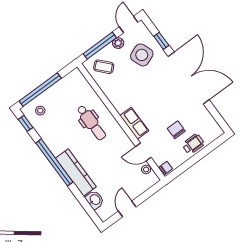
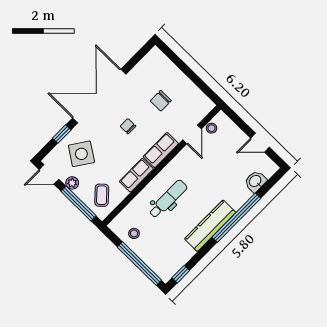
side table: (142, 55) -> (81, 154), turned -35
row of seats: (116, 99) -> (136, 175), added
stool: (40, 111) -> (134, 233), moved
wheelchair: (193, 144) -> (174, 79), removed
window: (54, 162) -> (236, 218), moved
chair: (166, 168) -> (128, 126), moved
kitchen counter: (76, 173) -> (210, 226), moved

